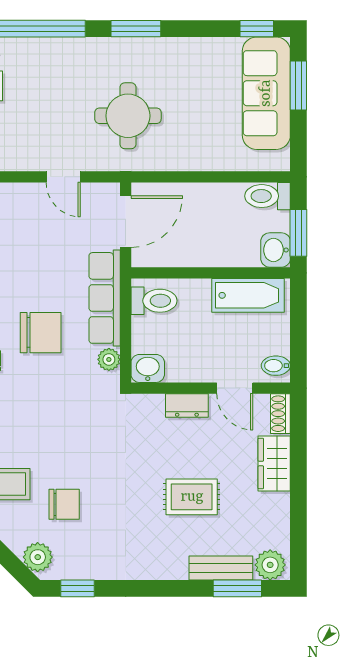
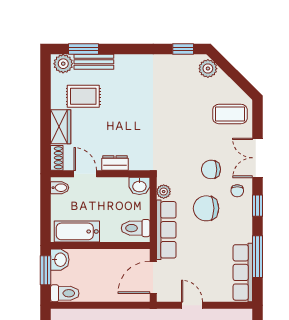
rug: (192, 497) -> (83, 96), moved
chair: (64, 504) -> (211, 169), moved

